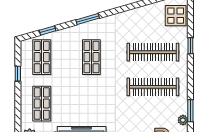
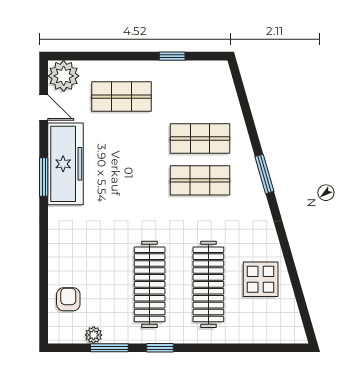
display table: (176, 16) -> (261, 279), moved
window: (48, 30) -> (245, 106), removed
window: (190, 46) -> (160, 348), moved
shop shelf: (42, 57) -> (200, 138), moved

